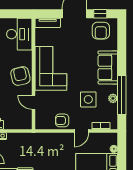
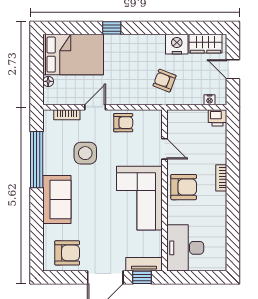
window: (100, 14) -> (142, 277), moved
armchair: (101, 31) -> (67, 253), turned 90
armchair: (20, 76) -> (184, 187), turned -77
plant: (113, 98) -> (50, 155), removed
armchair: (34, 149) -> (164, 81), added

